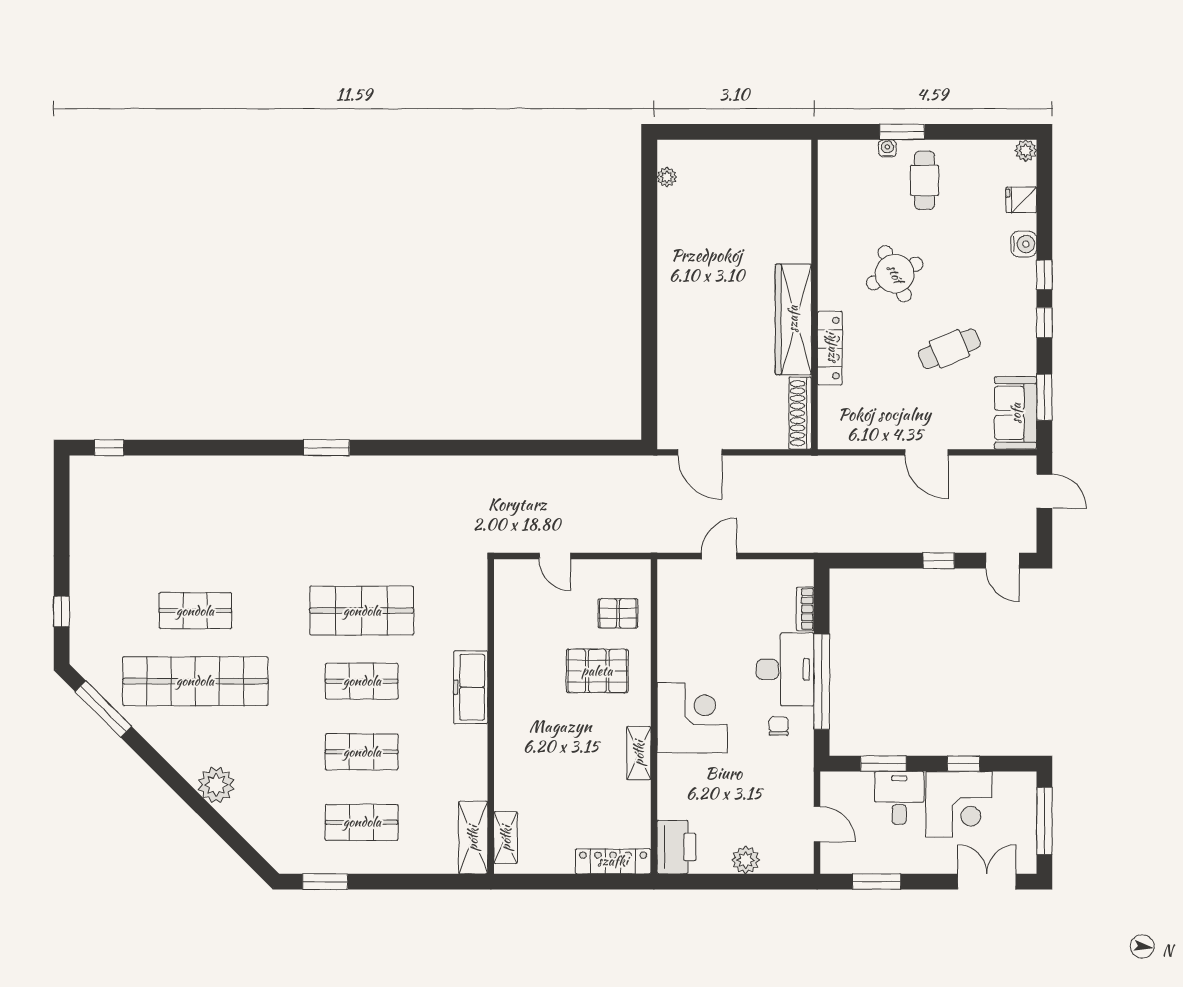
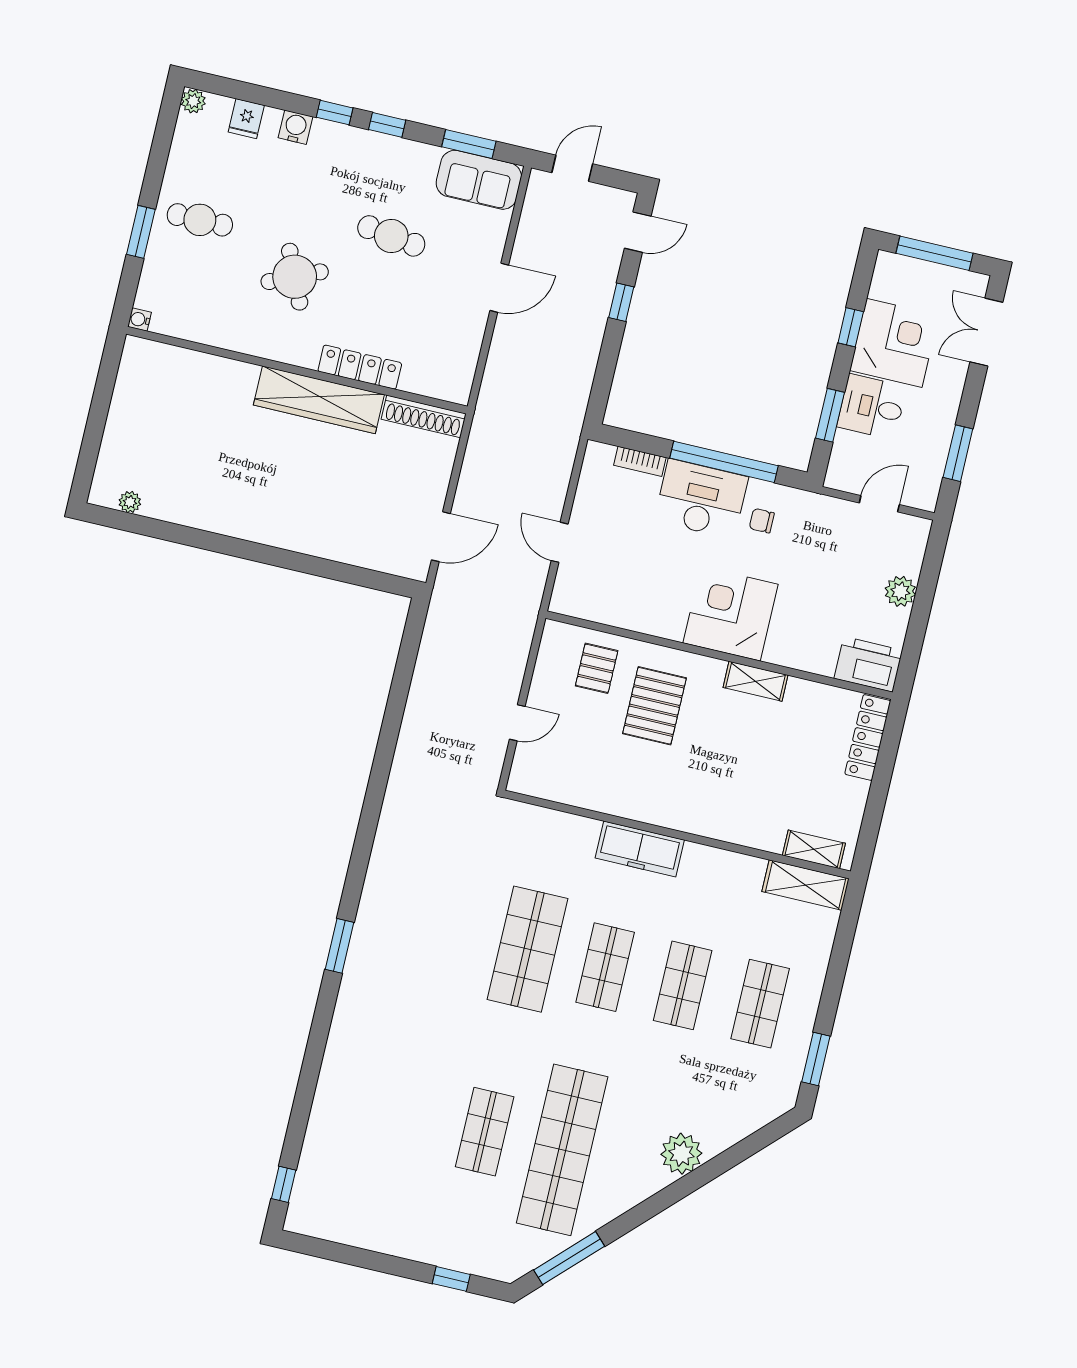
water cooler: (887, 148) -> (139, 319), moved
cafe table: (949, 349) -> (391, 236), turned -59

